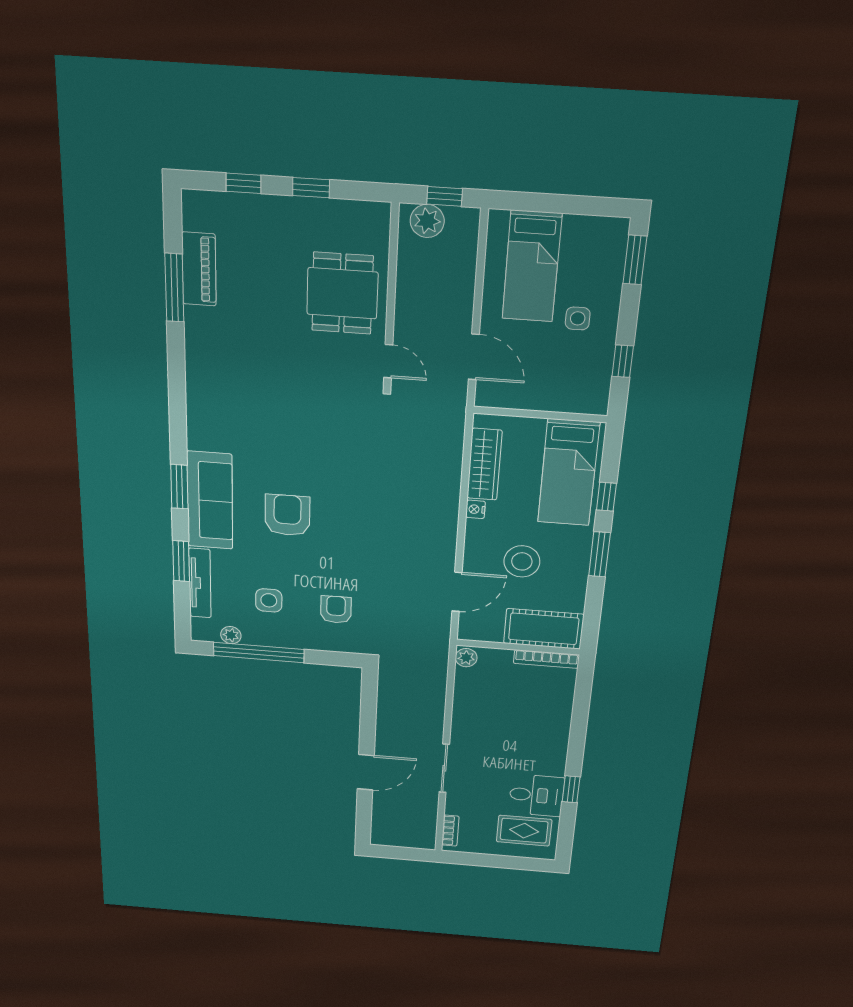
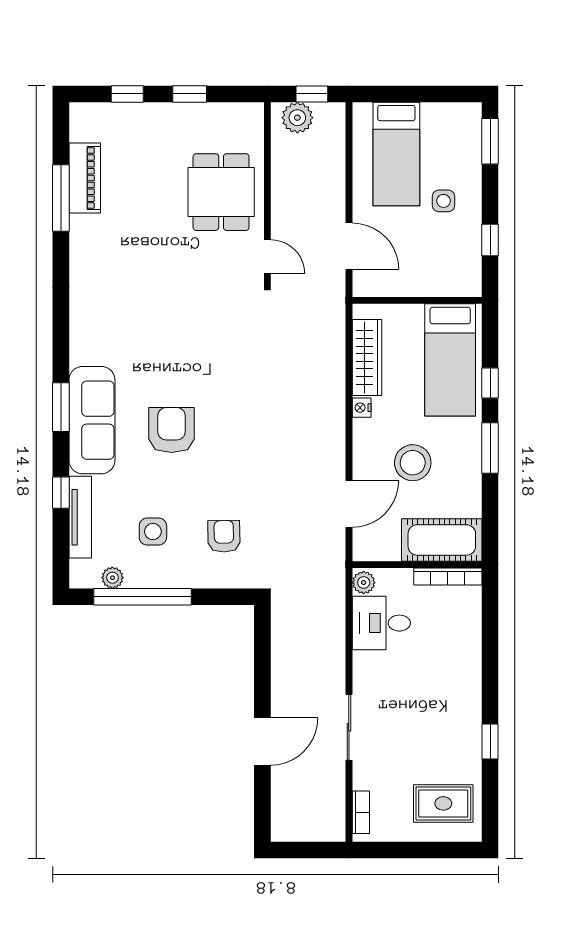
window: (181, 561) -> (61, 493), width x0.67
desk: (536, 795) -> (381, 623), moved, turned 180

